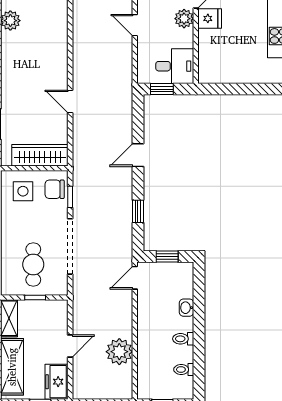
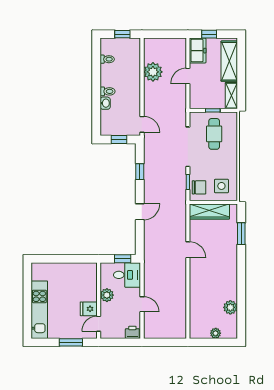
plant: (184, 19) -> (107, 295), moved
desk: (175, 66) -> (127, 275), moved, turned 180
door: (135, 278) -> (142, 124), hinge flipped
toilet: (183, 339) -> (108, 91), moved

